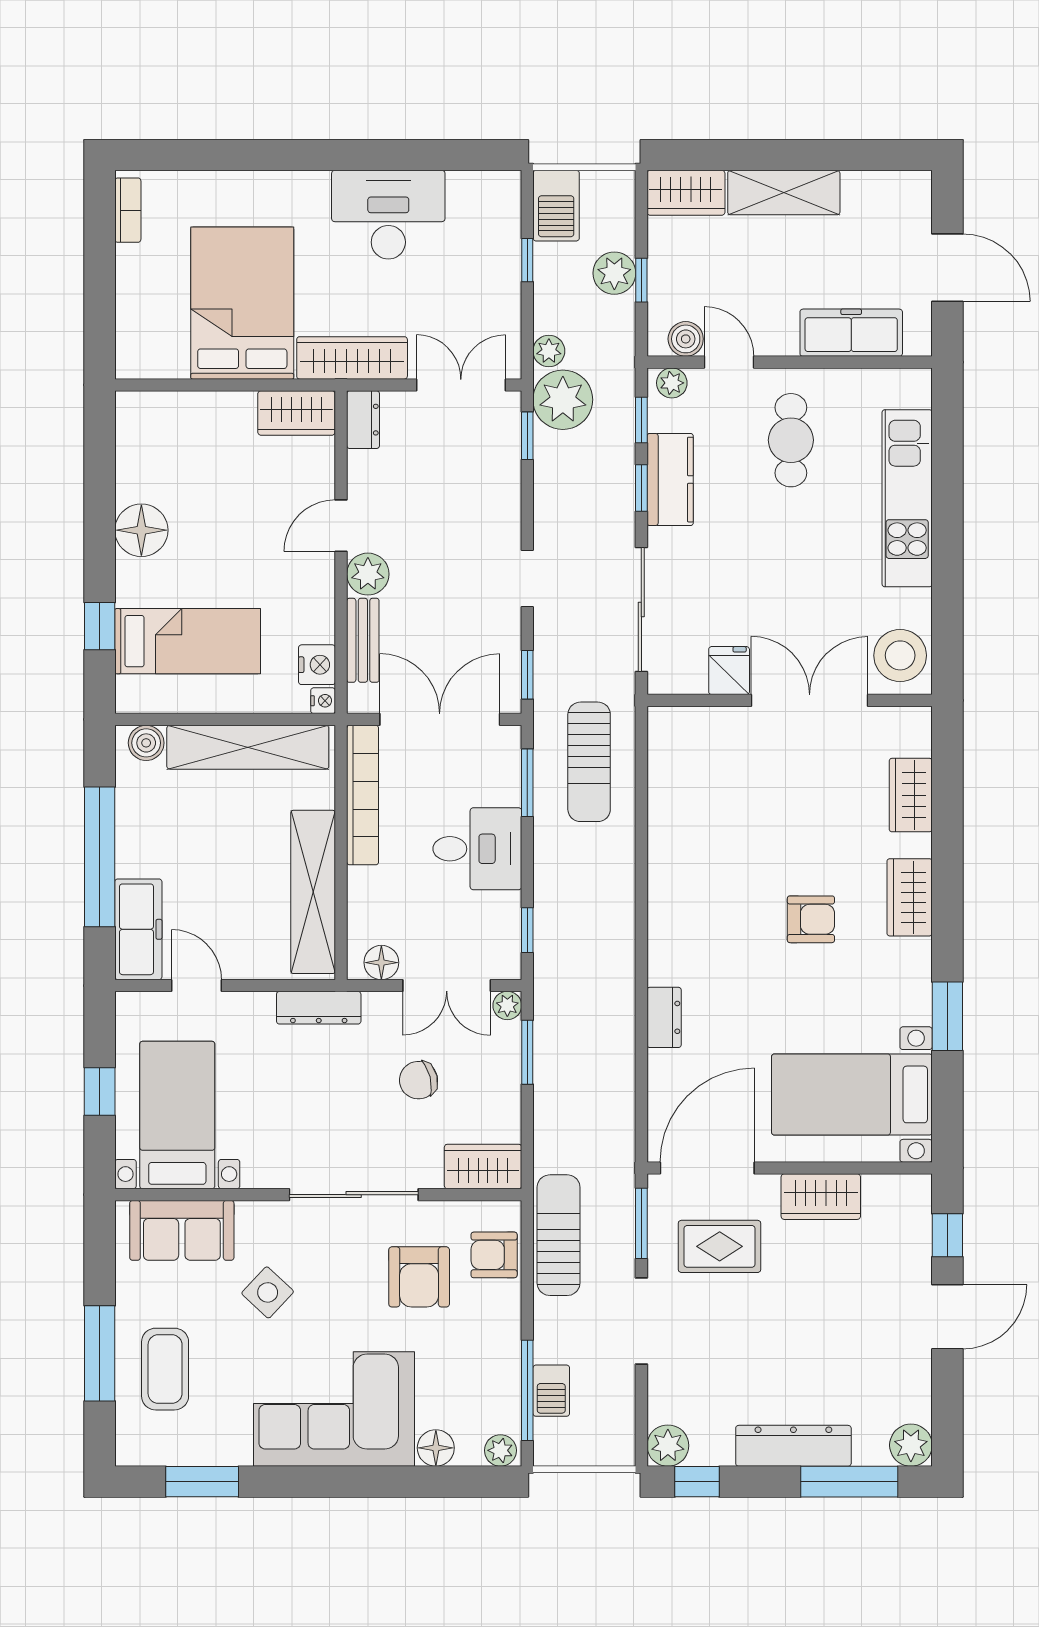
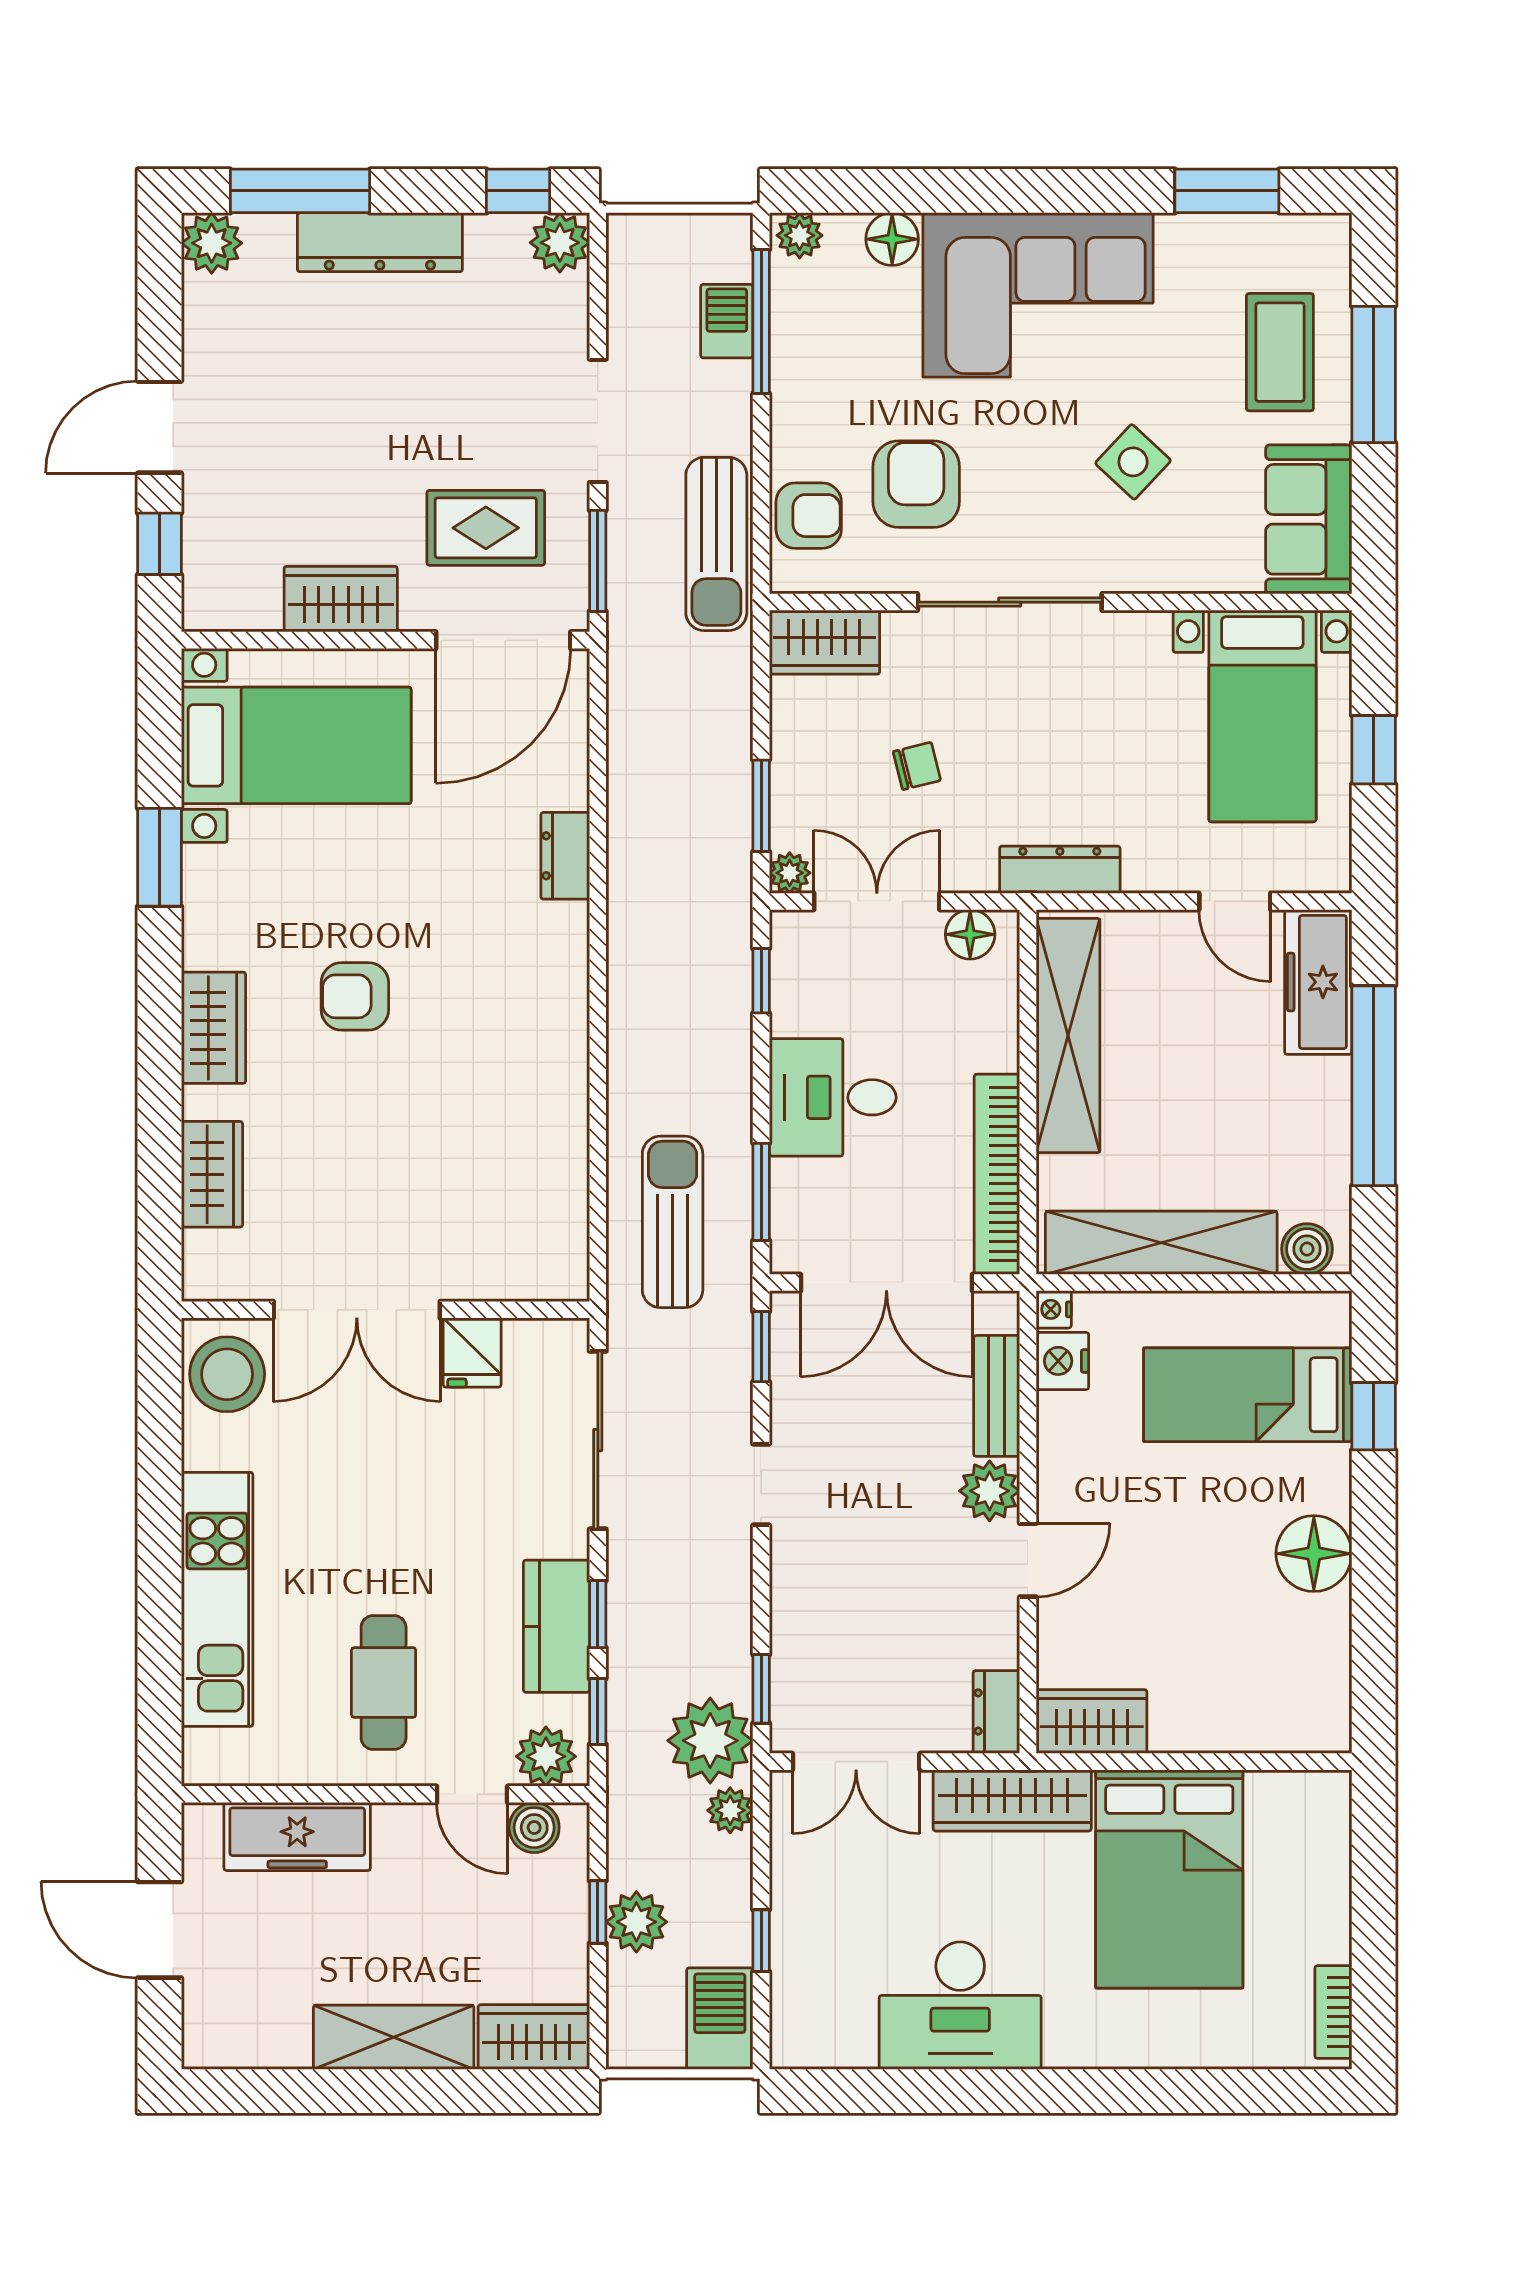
plant: (672, 383) -> (546, 1756), width x1.38, depth x1.38
chair: (419, 1080) -> (917, 766), width x0.73, depth x0.73
sofa: (182, 1230) -> (1309, 519), moved, turned -90

